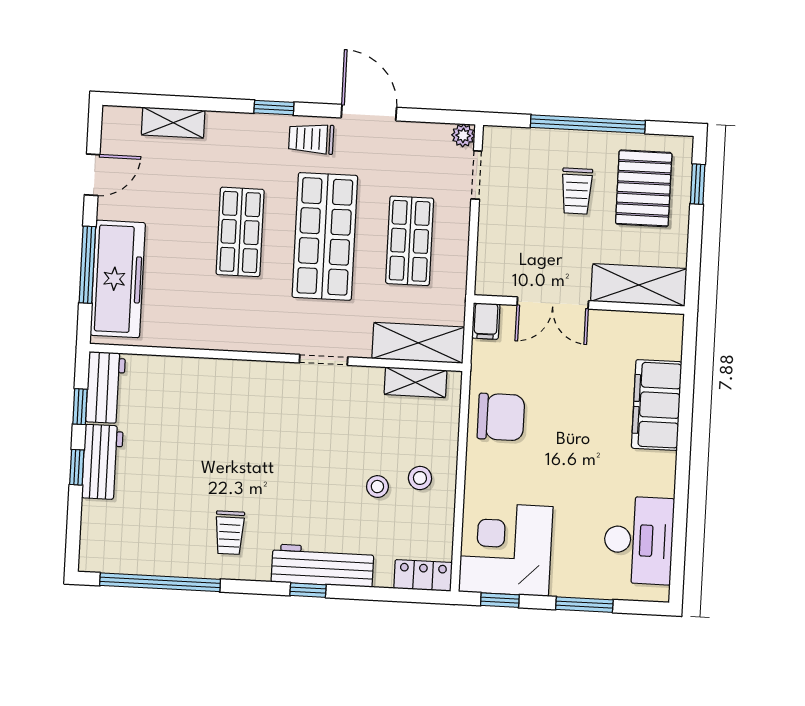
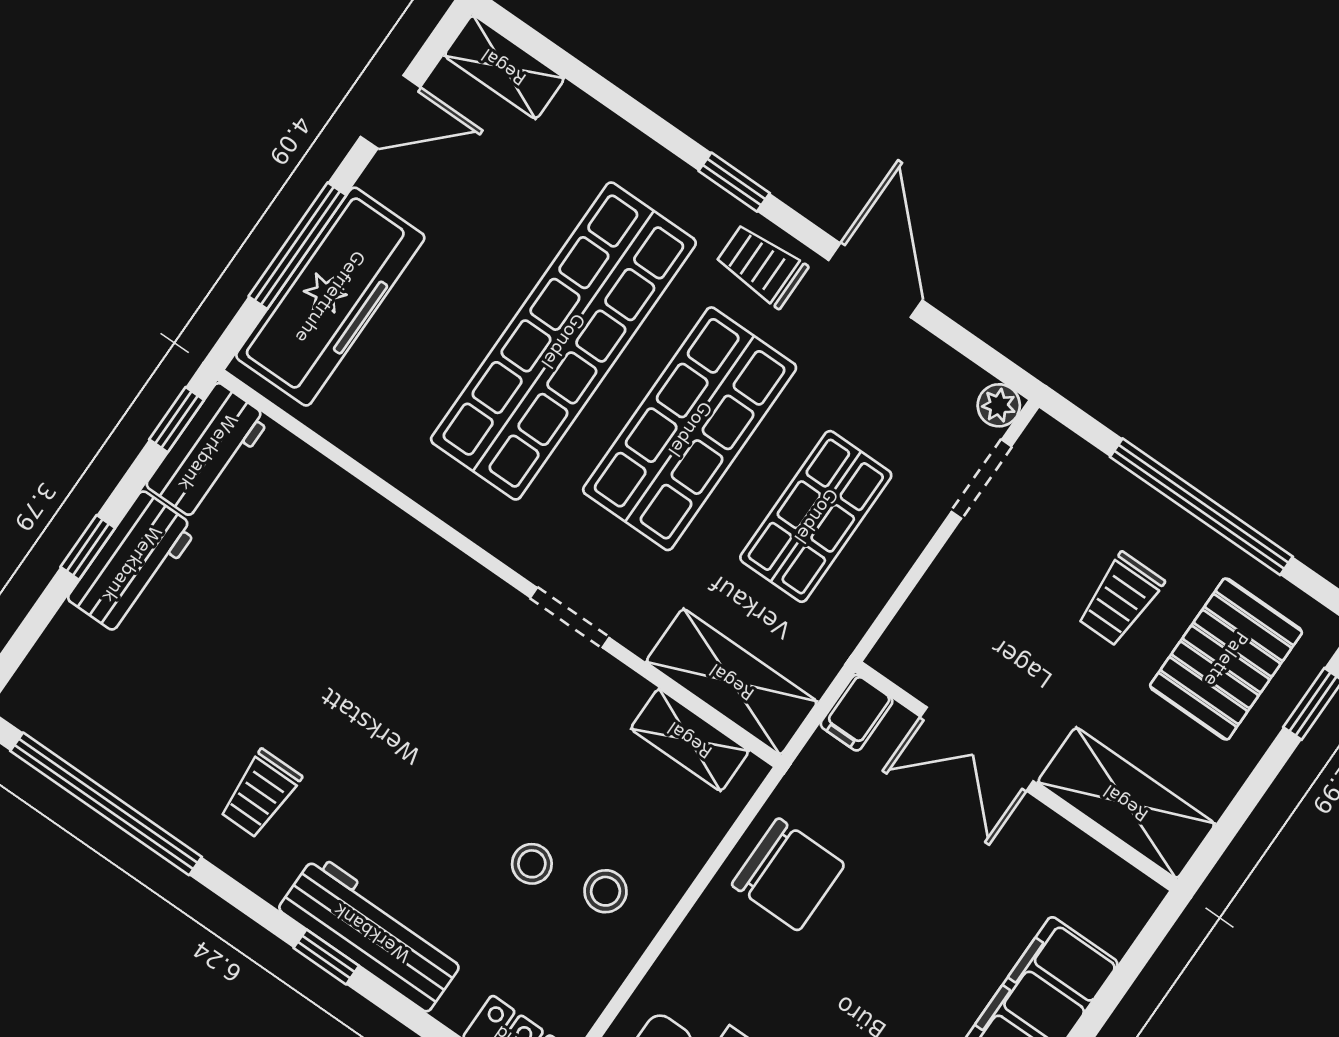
shelving: (173, 123) -> (504, 67), moved
shop shelf: (240, 232) -> (563, 341), width x2.00, depth x1.36
window: (80, 407) -> (177, 420), moved

